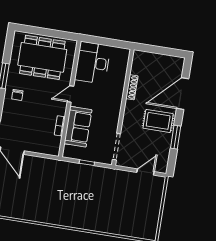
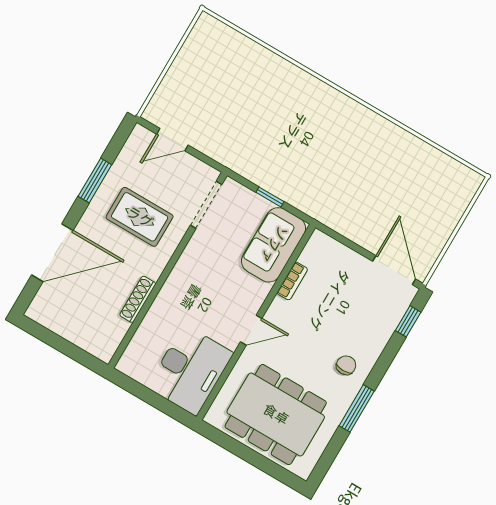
rug: (158, 121) -> (140, 217), moved
sofa: (78, 127) -> (274, 245), moved

